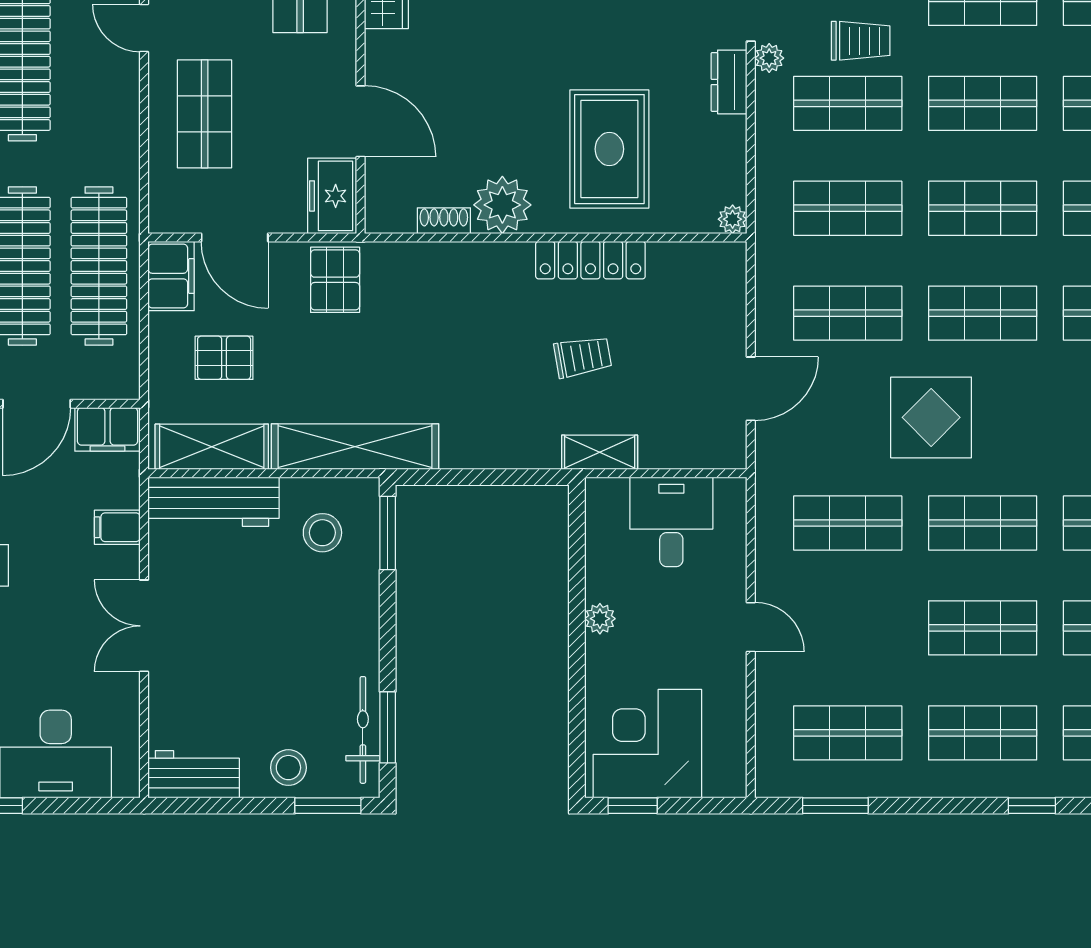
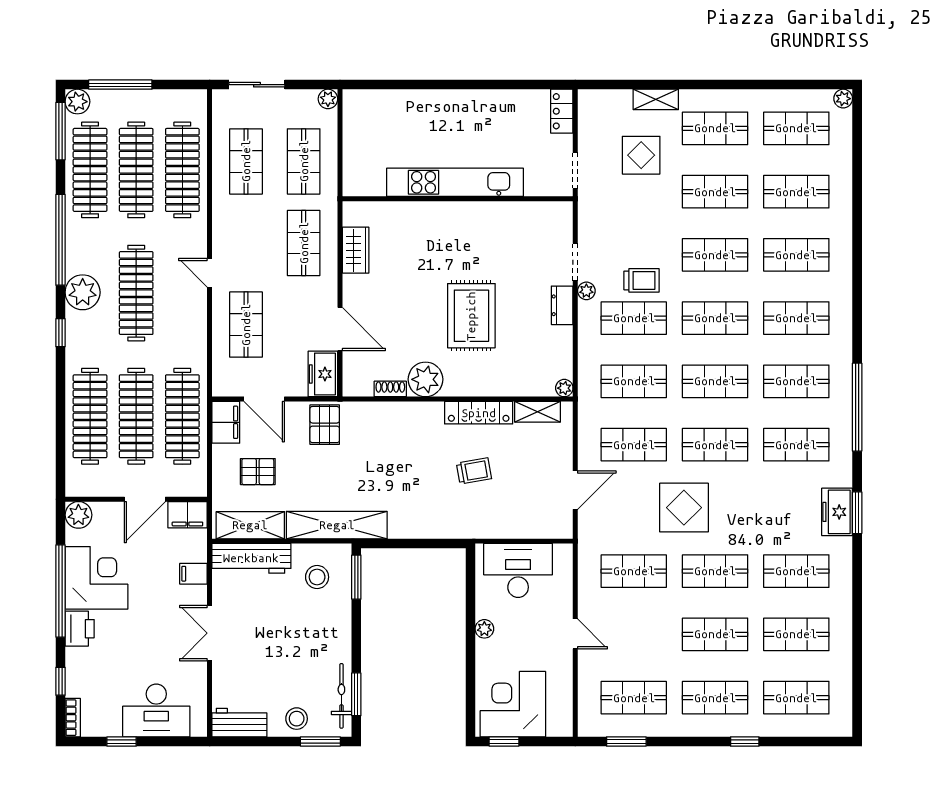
rug: (609, 149) -> (471, 316), moved
shelving: (600, 452) -> (538, 412), moved
desk: (671, 522) -> (518, 570), width x1.37

